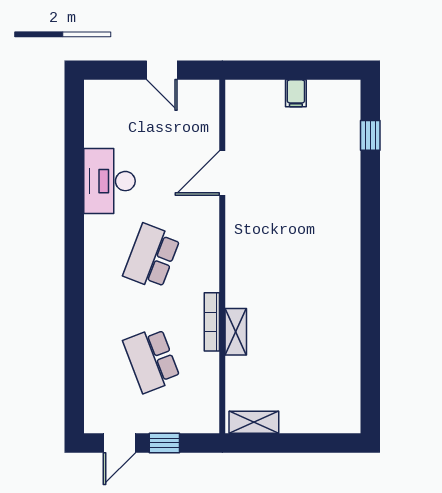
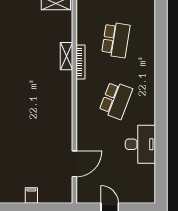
door: (222, 173) -> (74, 164), moved
school desk: (152, 360) -> (116, 40), turned 30

